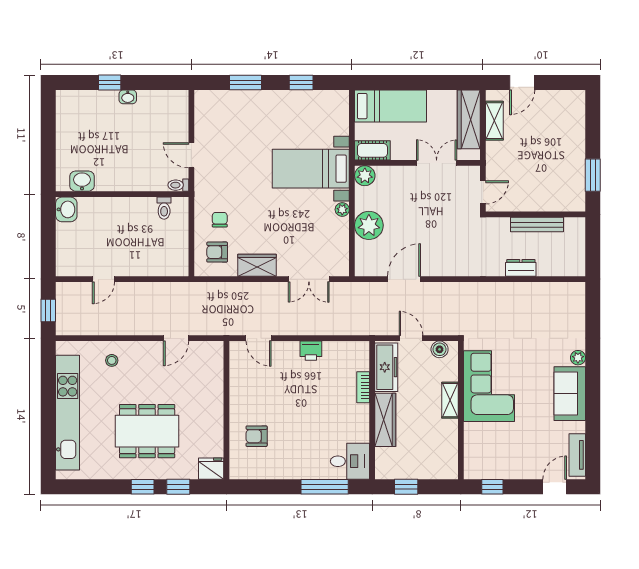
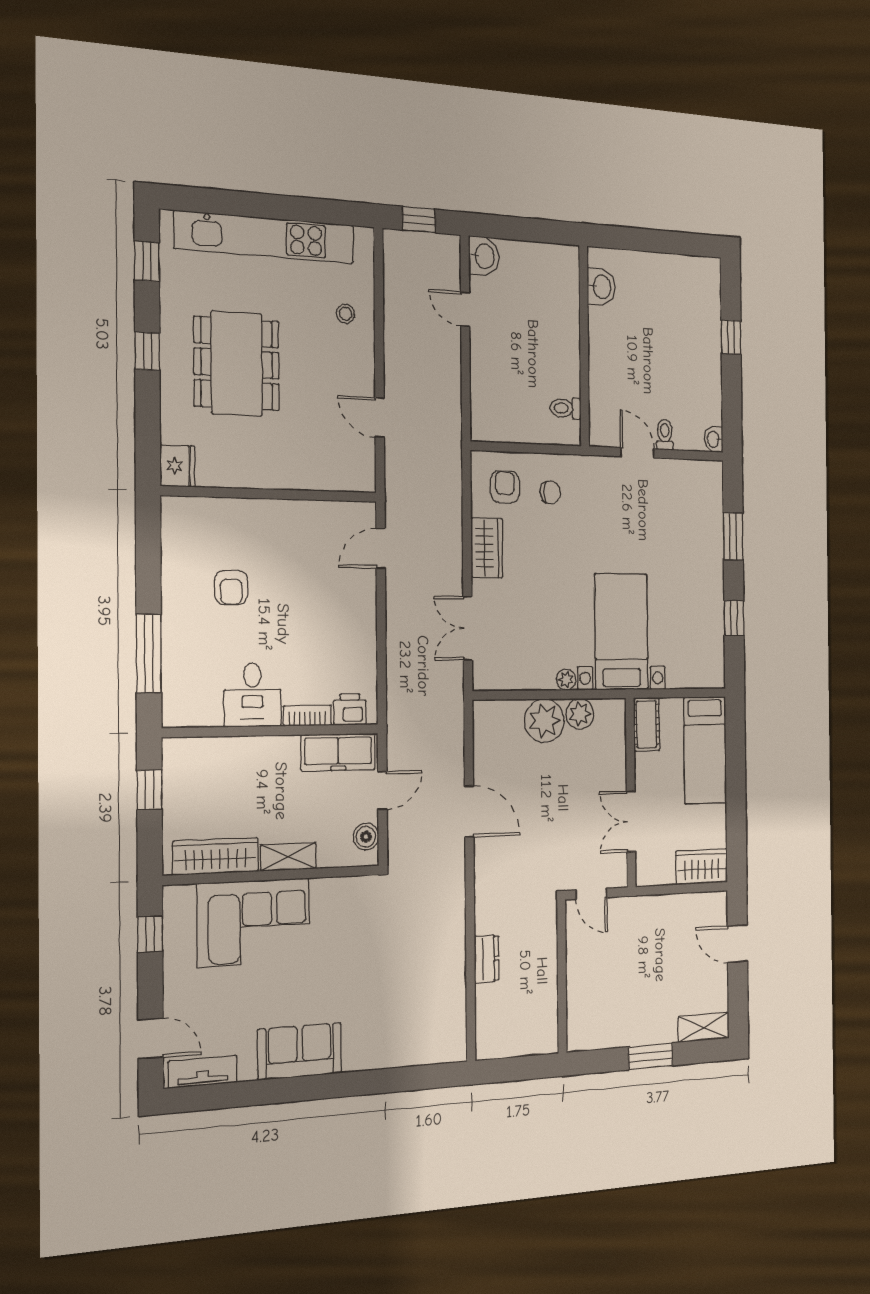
washbasin: (128, 97) -> (714, 439), moved
wardrobe: (469, 119) -> (702, 867), width x0.67
shelving: (494, 121) -> (704, 1027), moved
door: (191, 155) -> (637, 453), hinge flipped
double door: (437, 163) -> (631, 821), swing flipped
window: (593, 175) -> (651, 1056), moved
plant: (365, 176) -> (580, 714), moved
toilet: (178, 185) -> (665, 435), moved
washbasin: (66, 209) -> (484, 256), moved, turned -90
bench: (537, 225) -> (548, 980), removed
door: (404, 279) -> (469, 811), moved
printer: (311, 351) -> (350, 709), moved, turned 90
plant: (578, 358) -> (355, 1060), removed
corner sofa: (489, 386) -> (254, 922), moved
wardrobe: (385, 420) -> (216, 856), moved, turned 180
armchair: (257, 436) -> (231, 587), moved, turned 180
desk: (350, 461) -> (252, 695), moved
window: (178, 487) -> (147, 261), moved

